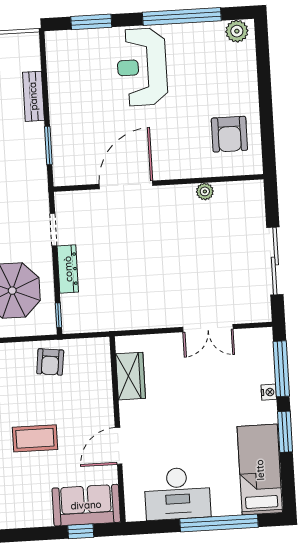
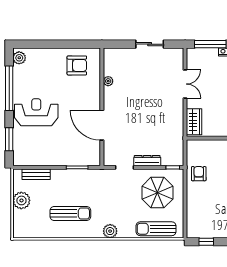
reception desk: (142, 67) -> (36, 112), turned 180
bench: (33, 96) -> (36, 174), moved
sliding door: (275, 261) -> (150, 44), width x0.73
armchair: (50, 362) -> (199, 174), turned -97
wardrobe: (131, 376) -> (194, 122), moved, turned 90

